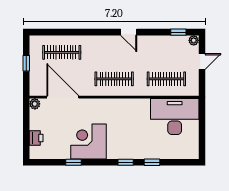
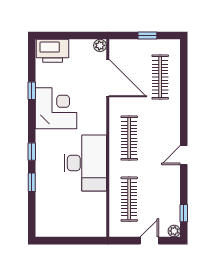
door: (202, 62) -> (149, 241), swing flipped
door: (63, 97) -> (108, 78), hinge flipped
desk: (175, 117) -> (85, 163), moved
printer: (36, 138) -> (53, 51), width x1.87, depth x1.48

